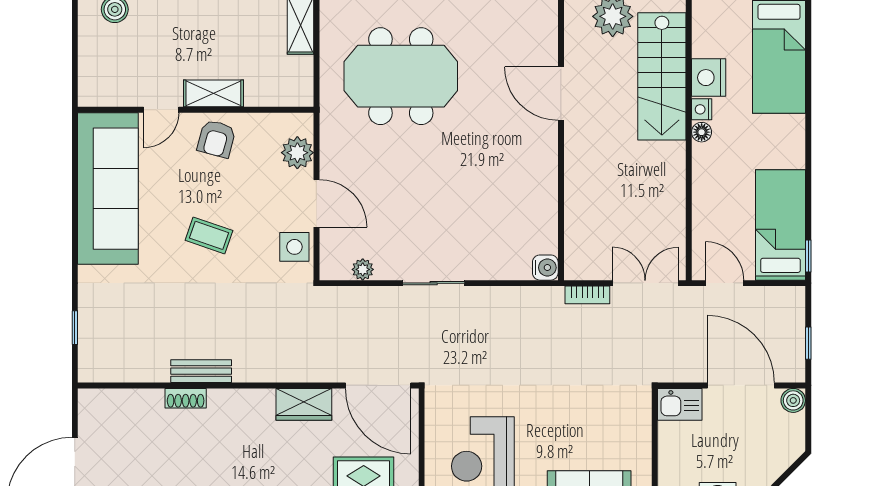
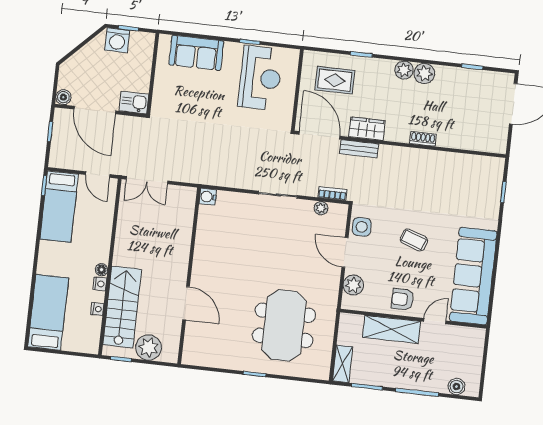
meeting table: (401, 76) -> (284, 325), turned 90
nightstand: (709, 78) -> (97, 309), width x0.53, depth x0.56
shelving: (213, 93) -> (392, 329), width x1.50, depth x1.33
armchair: (216, 139) -> (403, 299), turned -105
bookcase: (587, 295) -> (332, 194), moved
bench: (201, 371) -> (359, 149), moved
shoe rack: (186, 398) -> (423, 139), moved

